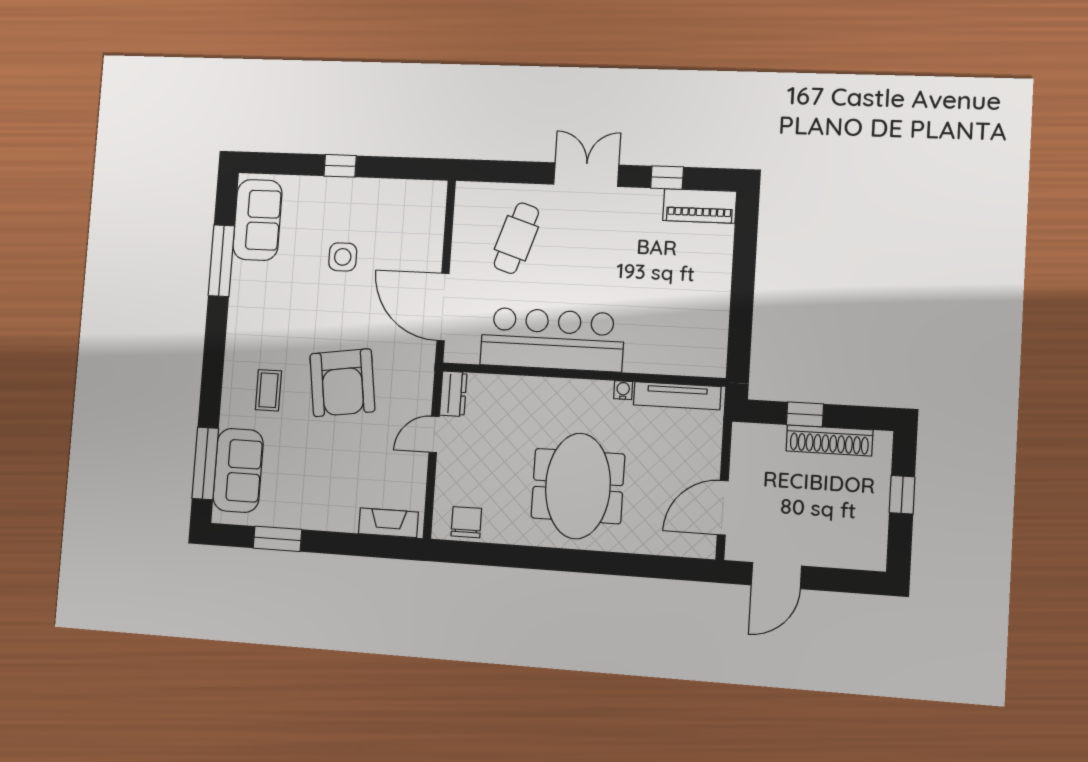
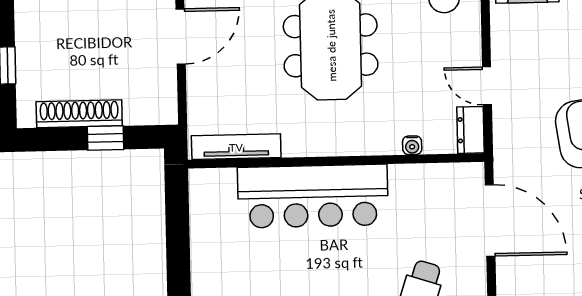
bar counter: (552, 339) -> (313, 196), moved
water cooler: (623, 390) -> (412, 145), moved
door: (434, 434) -> (487, 86), swing flipped

